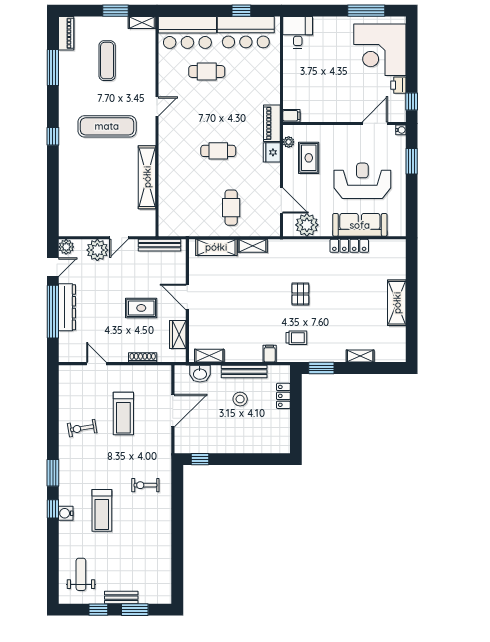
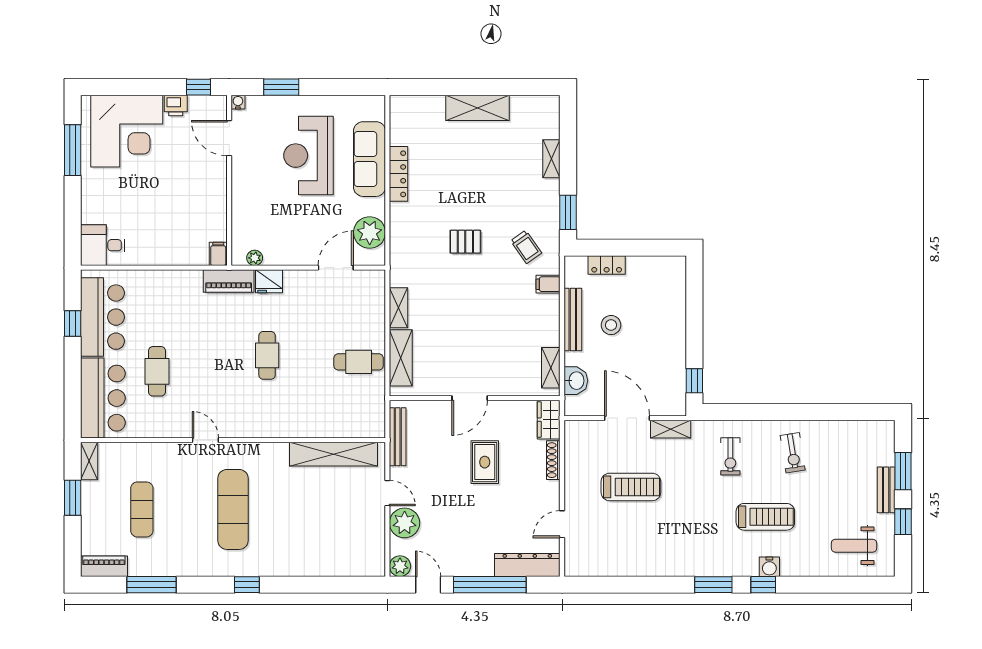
exercise mat: (107, 61) -> (142, 509), turned 90
rug: (309, 158) -> (277, 230), removed
shelving: (147, 177) -> (334, 454), moved
cafe table: (231, 208) -> (359, 362), moved
dresser: (67, 307) -> (527, 565), moved
wardrobe: (178, 335) -> (549, 420), moved, turned 90
trolley: (296, 338) -> (526, 247), turned 145
exercise bike: (82, 428) -> (793, 453), moved
shelving: (165, 442) -> (671, 429), added

